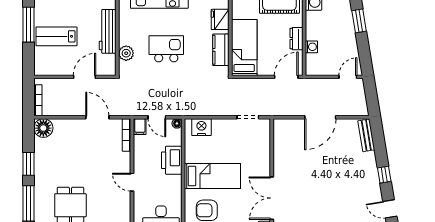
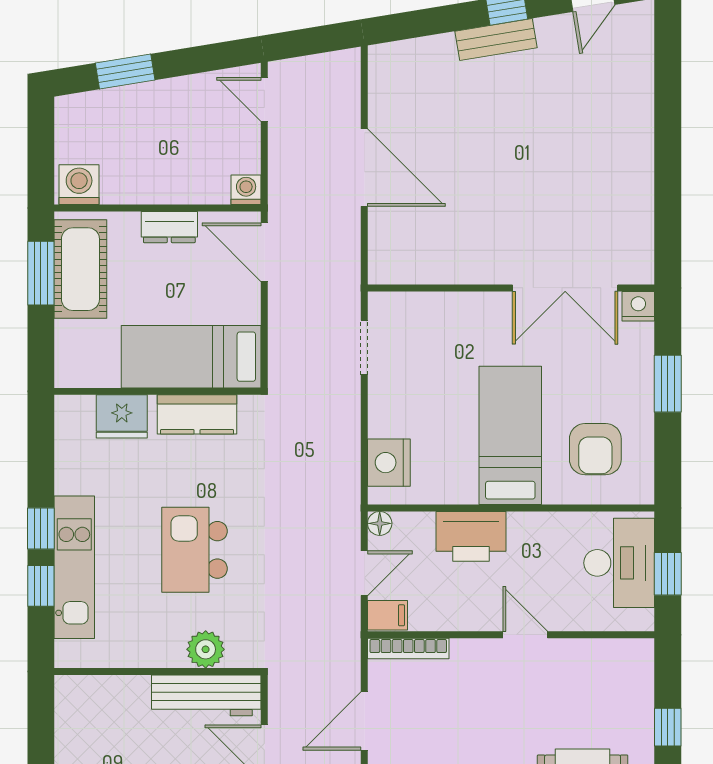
workbench: (108, 31) -> (206, 695), moved
washing machine: (311, 47) -> (246, 190), moved
bench: (366, 135) -> (496, 39), moved
door: (132, 182) -> (525, 635), swing flipped

